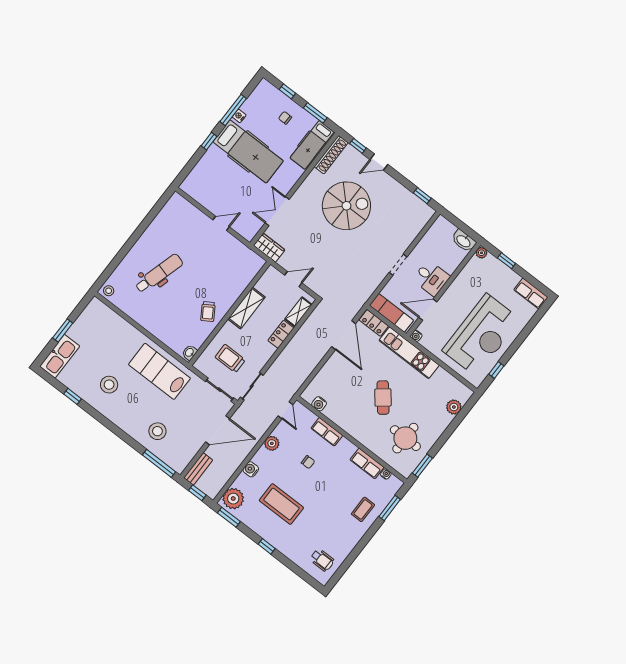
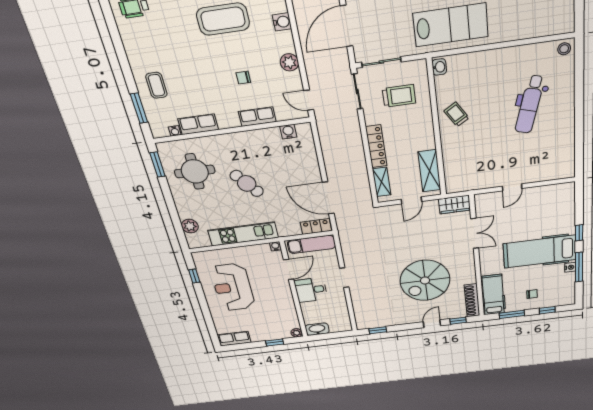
shelving: (246, 308) -> (429, 171), moved
locker: (281, 334) -> (376, 146), width x1.53
reception desk: (481, 335) -> (233, 287), width x0.74, depth x0.77
kitchen unit: (409, 353) -> (243, 234), moved

